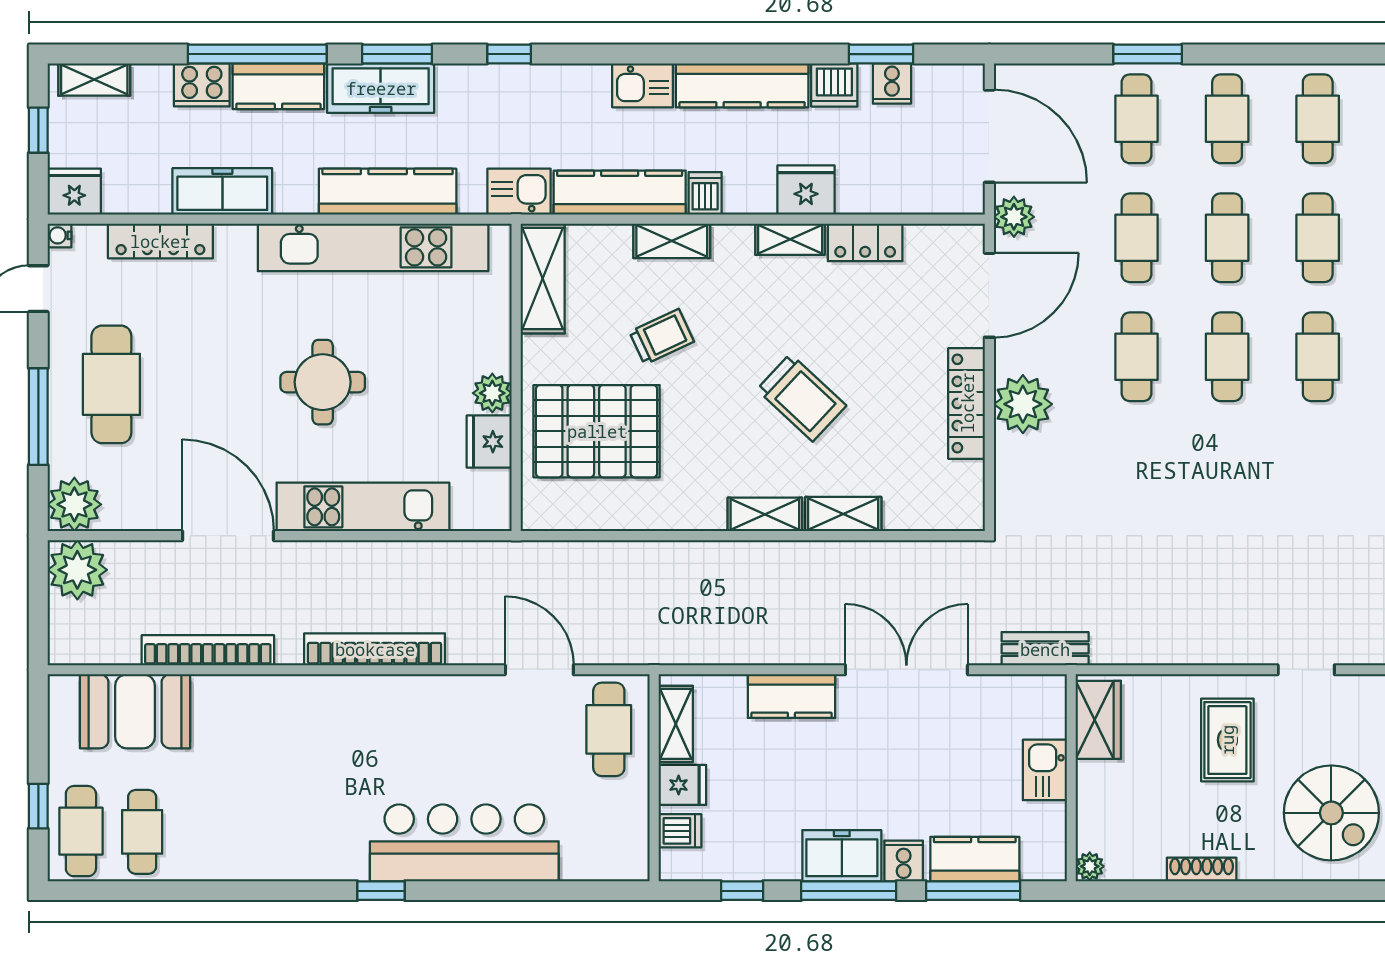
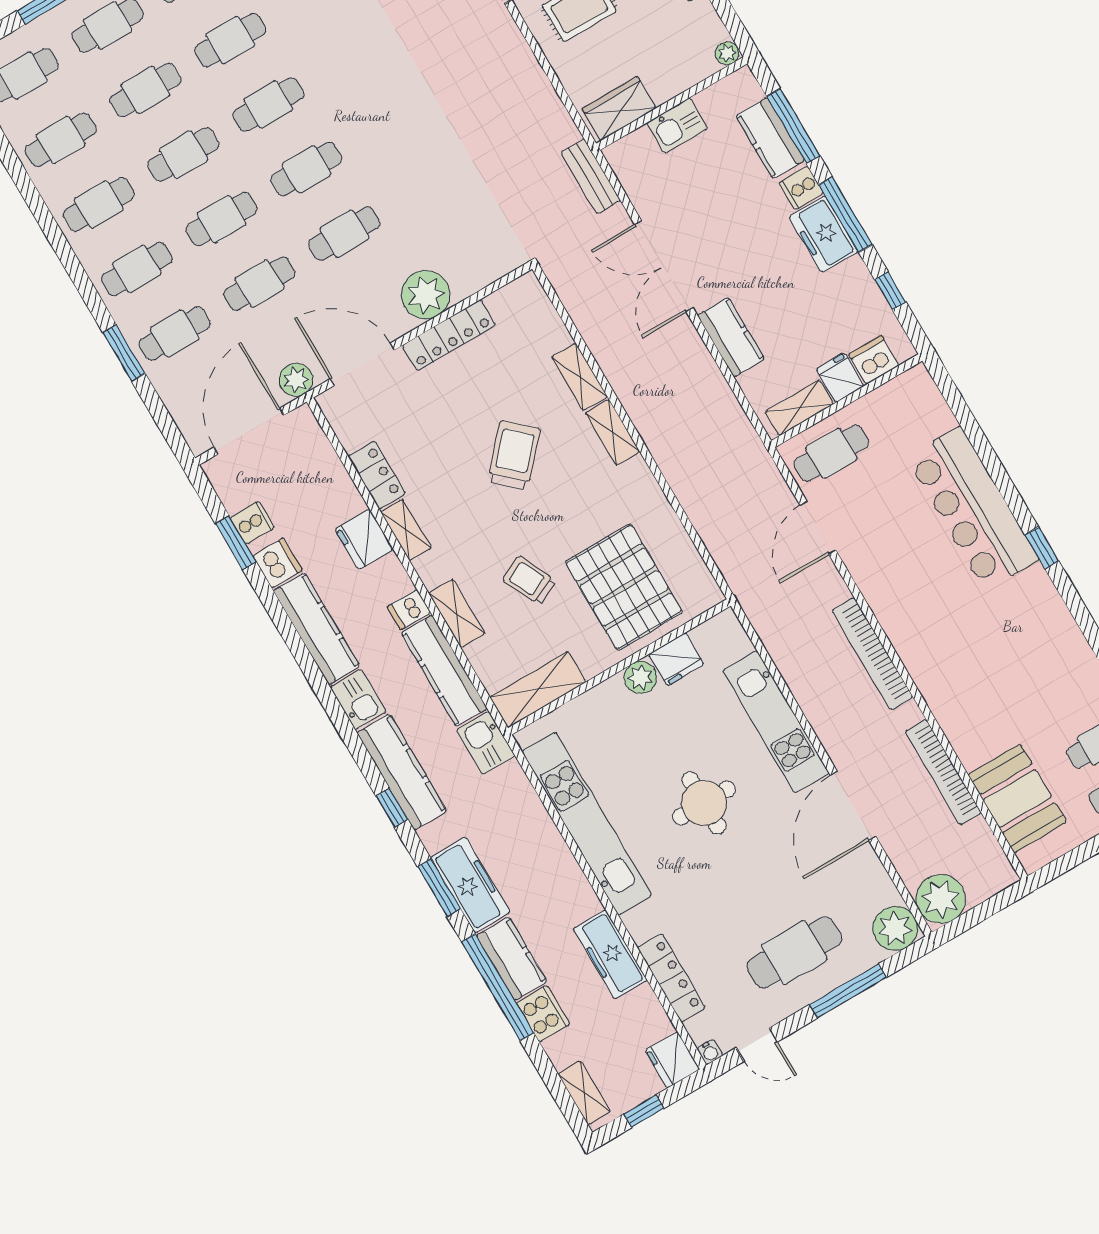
kitchen counter: (388, 192) -> (402, 772), moved, turned 180
dishwasher: (680, 831) -> (874, 360), width x1.38

